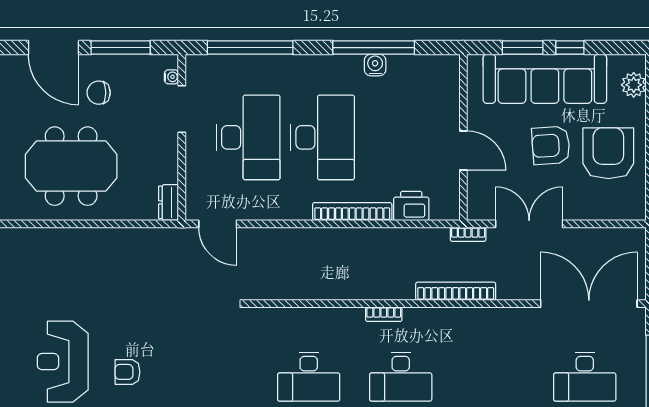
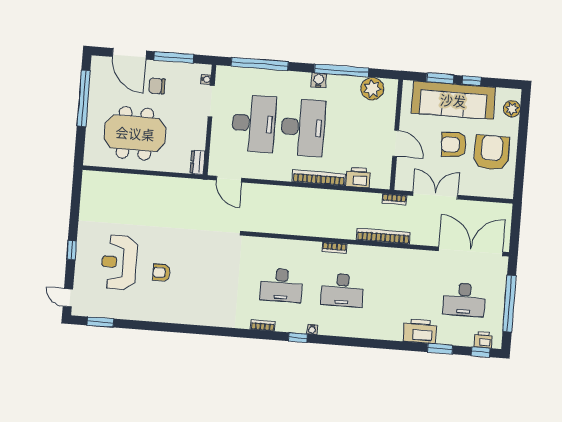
water cooler: (375, 65) -> (319, 80), moved
plant: (422, 71) -> (372, 89), added

